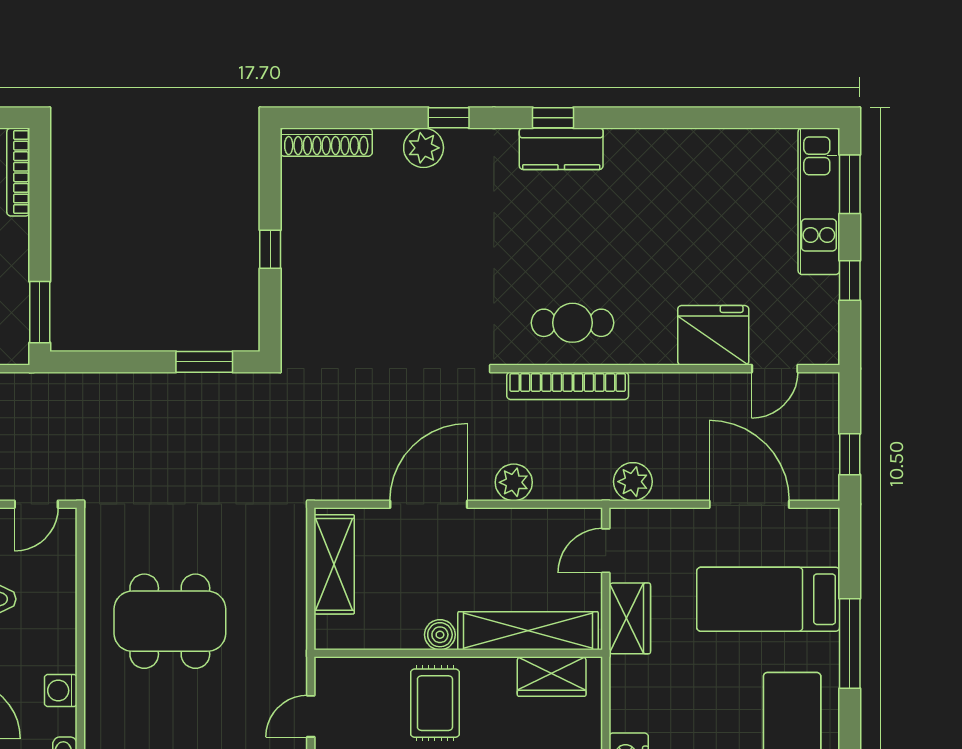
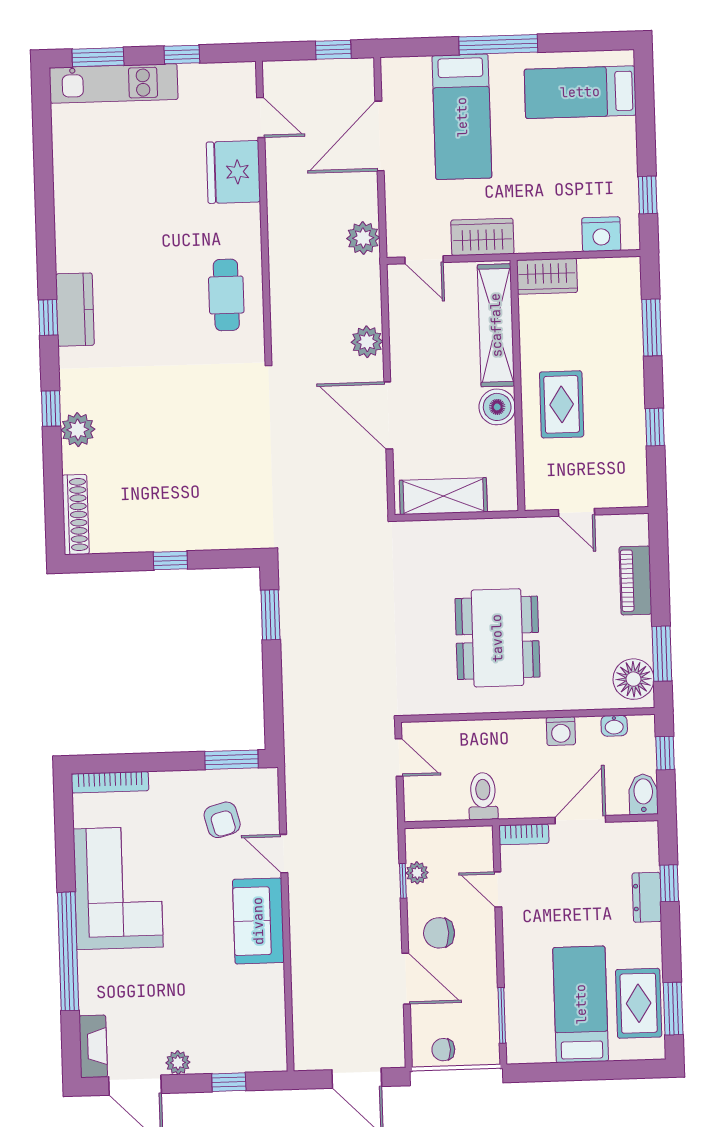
bookcase: (568, 386) -> (281, 297), removed
boiler: (440, 635) -> (497, 407), width x1.36, depth x1.36
wardrobe: (552, 677) -> (547, 276), moved, turned 90
rug: (435, 703) -> (562, 404), turned 90

